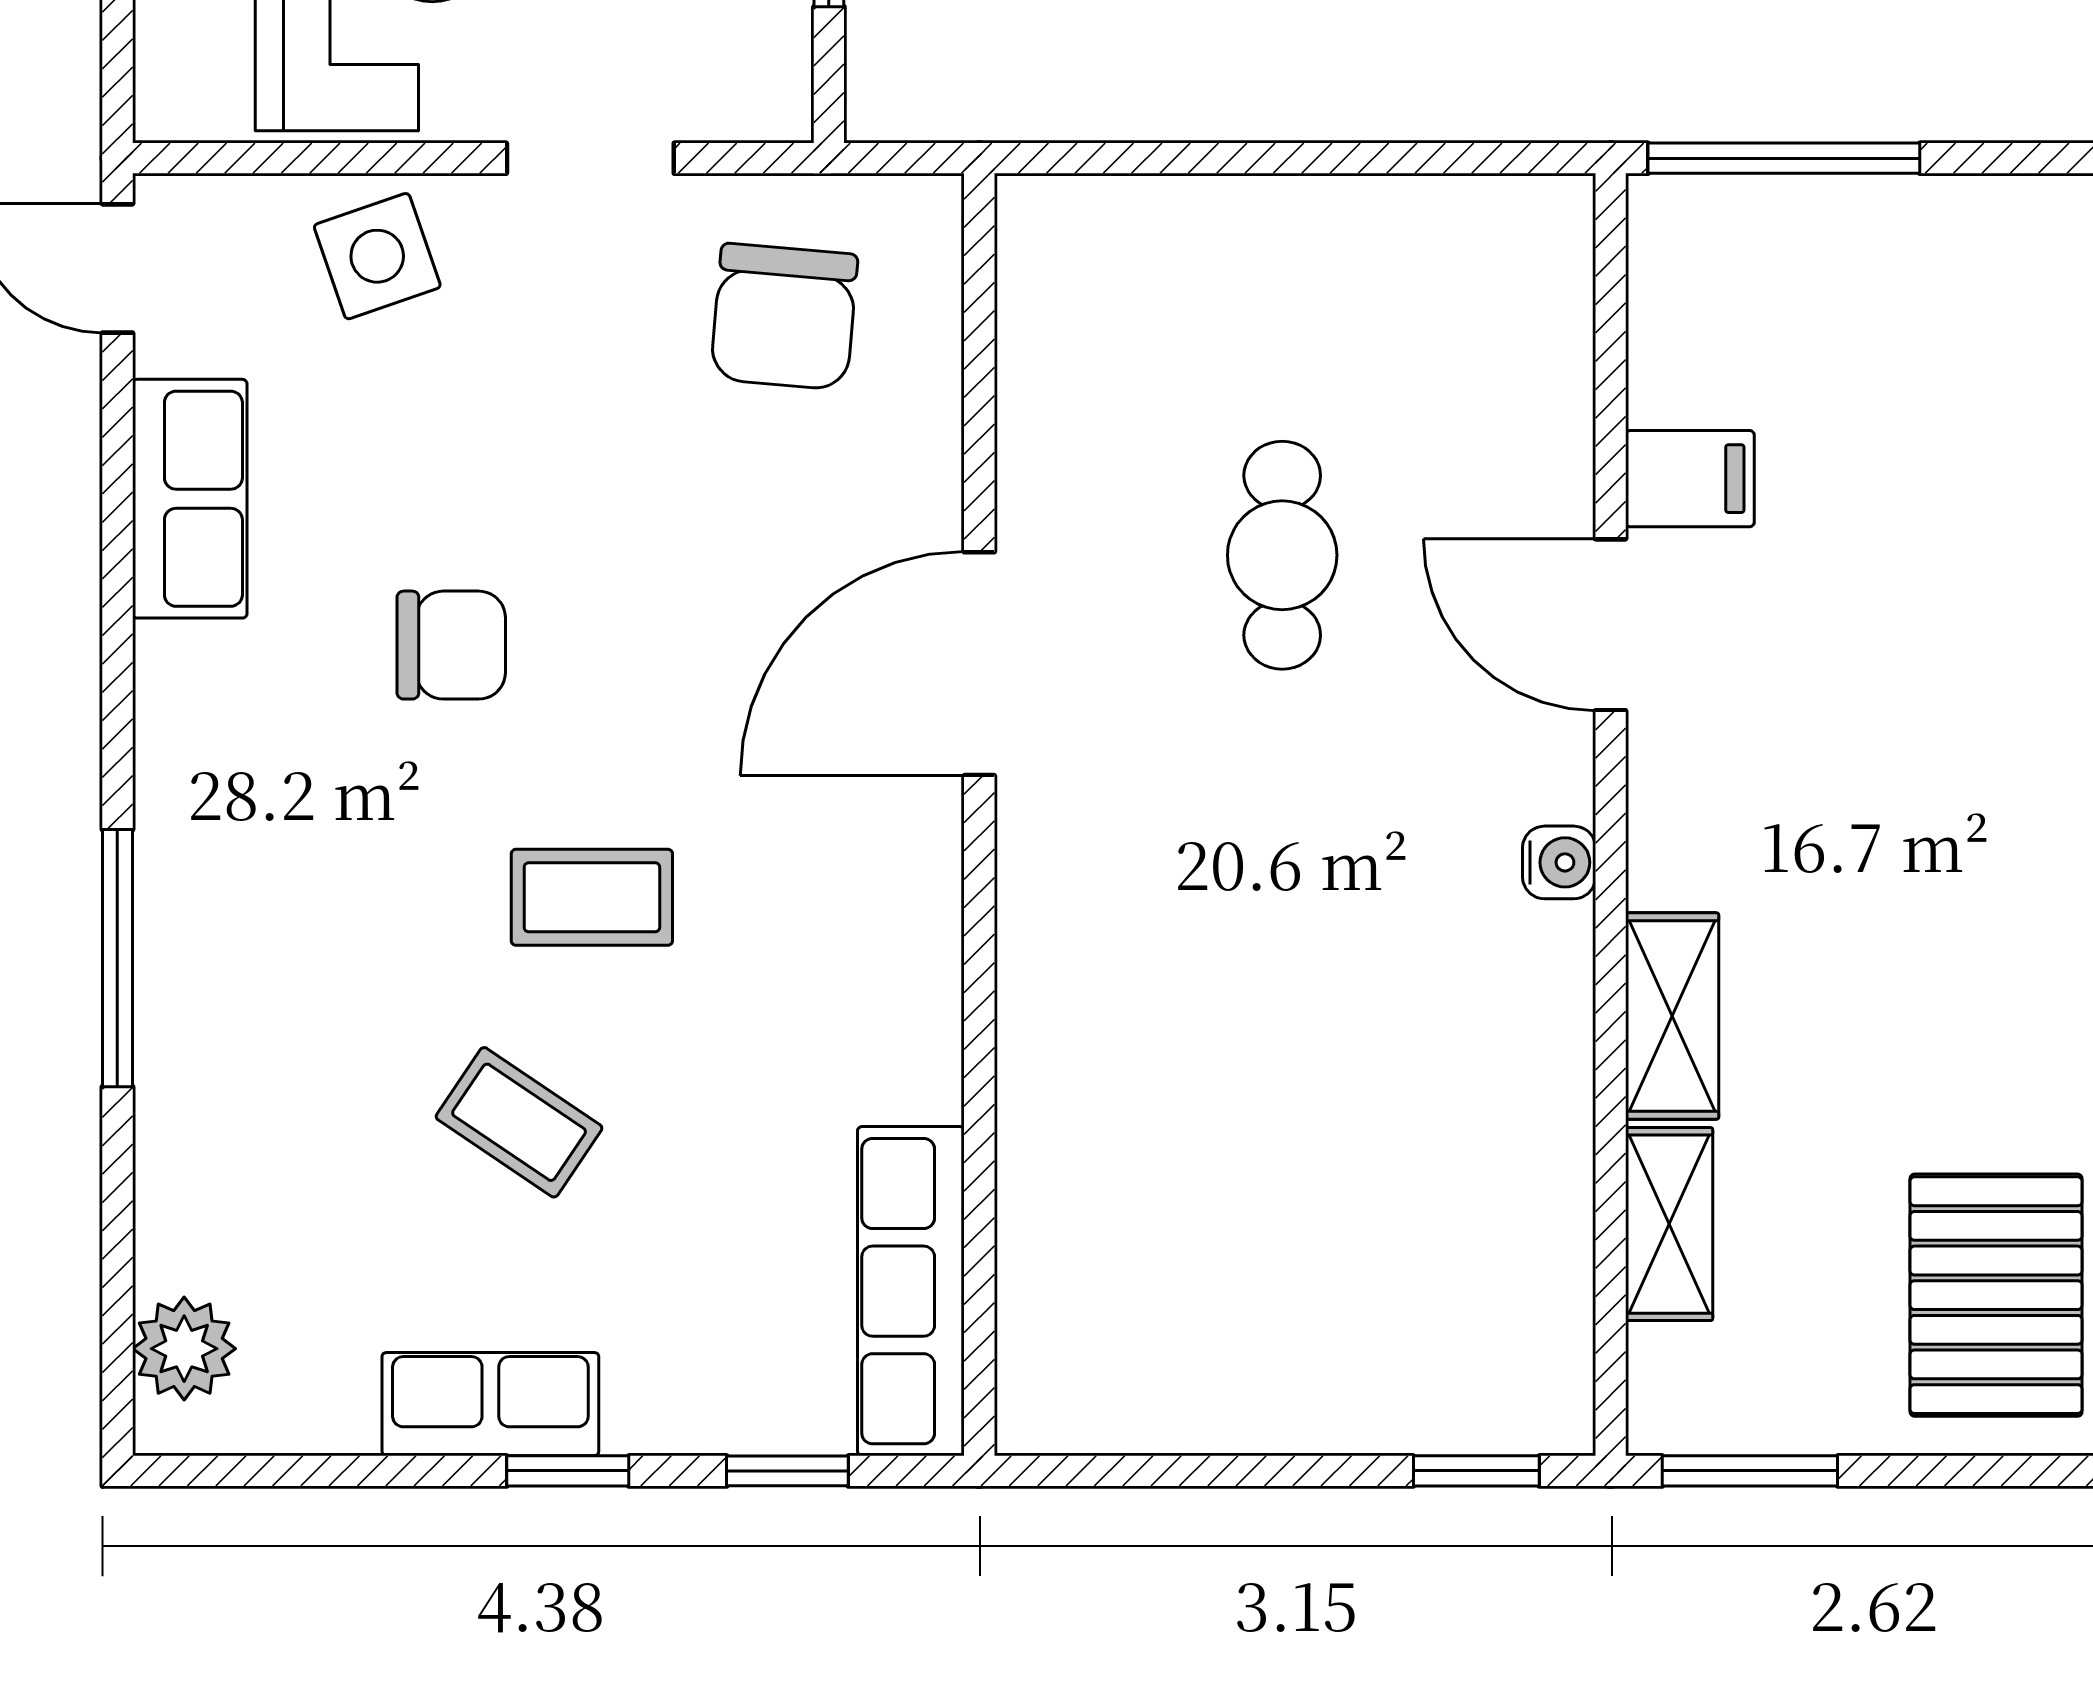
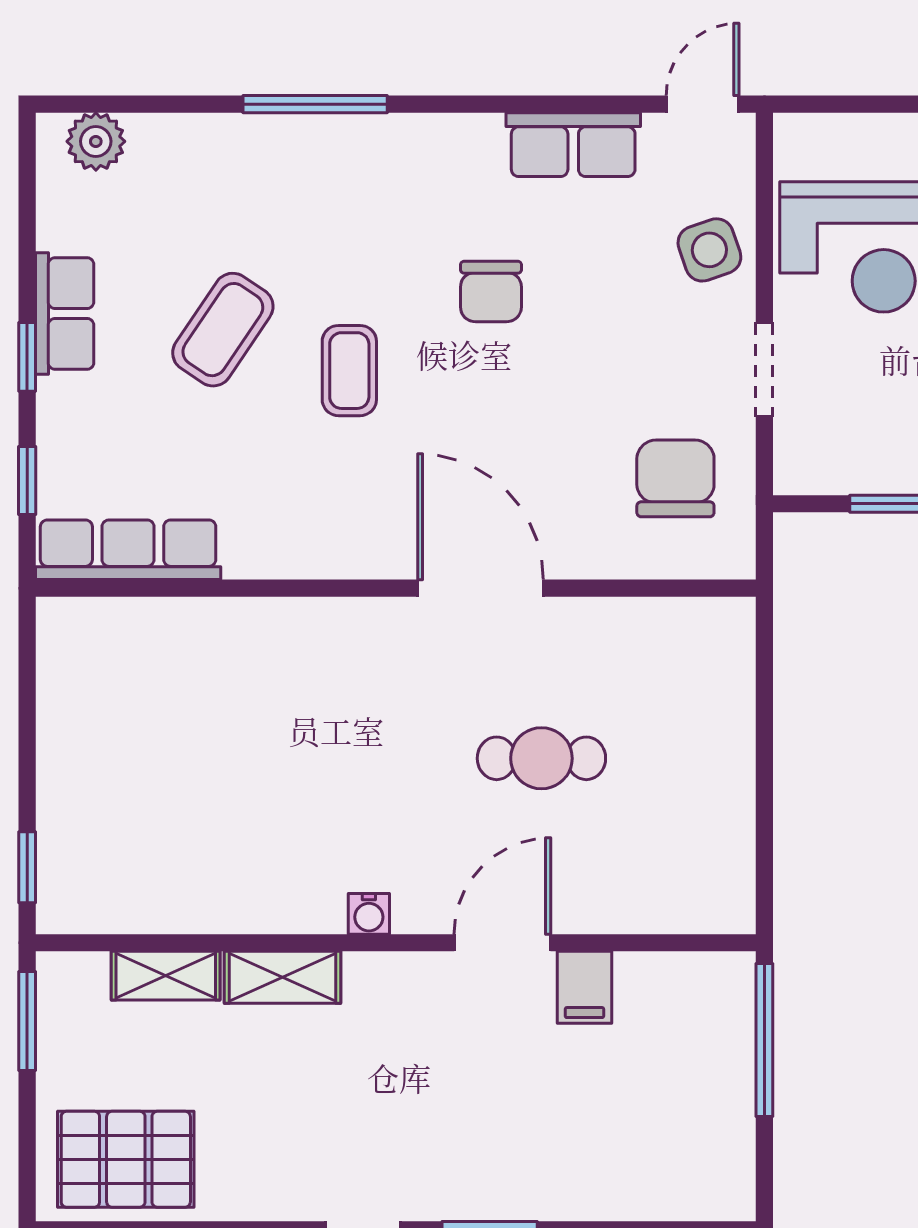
chair: (784, 317) -> (675, 478), turned 85
coffee table: (519, 1122) -> (223, 330), width x1.36, depth x1.30

